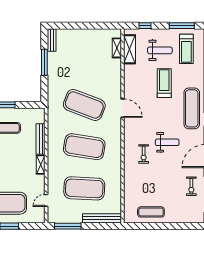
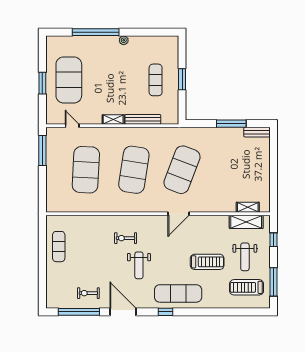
bench: (102, 218) -> (51, 190), removed

